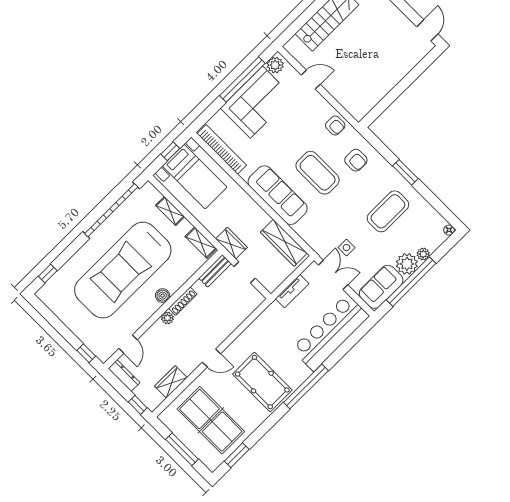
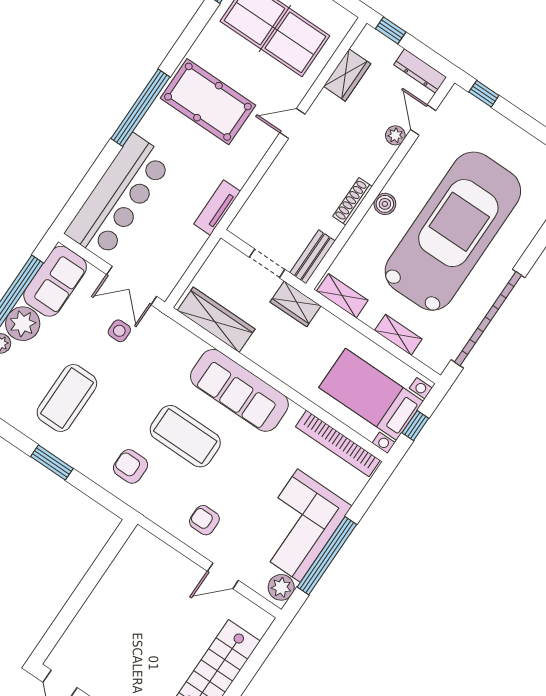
armchair: (335, 125) -> (204, 520), moved
tv unit: (292, 291) -> (217, 208), moved
plant: (167, 318) -> (395, 135), moved

